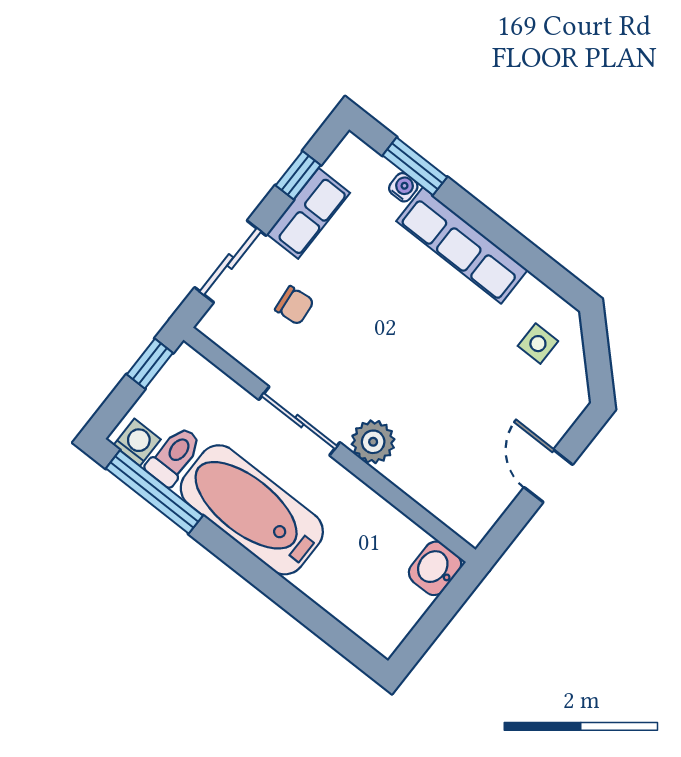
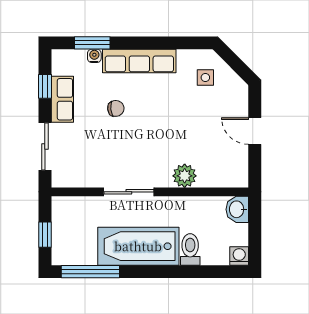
chair: (294, 305) -> (116, 108), moved
window: (150, 364) -> (45, 235), moved
washing machine: (137, 442) -> (239, 256), moved
plant: (373, 442) -> (185, 176), moved
toilet: (174, 456) -> (190, 249), moved

